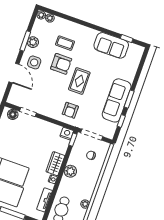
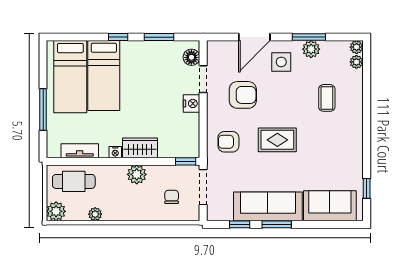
sofa: (111, 45) -> (330, 206), moved, turned 90
armchair: (61, 64) -> (243, 95), moved, turned -90
nightstand: (67, 134) -> (191, 103), moved

